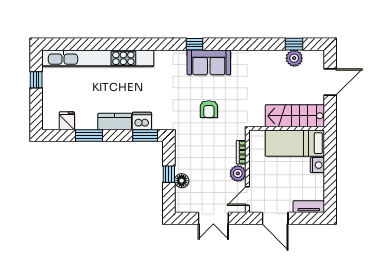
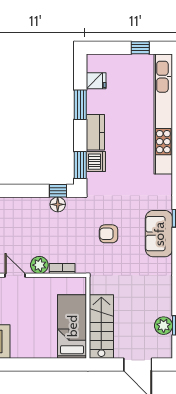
nightstand: (317, 165) -> (48, 351), removed
window: (169, 174) -> (58, 191), moved
floor lamp: (182, 181) -> (58, 204), moved

